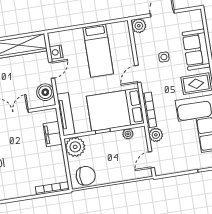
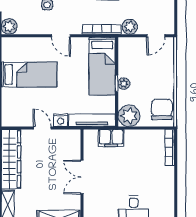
nightstand: (56, 52) -> (61, 120), moved
boiler: (45, 92) -> (65, 139), removed
bed: (115, 110) -> (102, 66), width x0.67
plant: (128, 134) -> (124, 84), moved
door: (151, 160) -> (156, 36), hinge flipped

